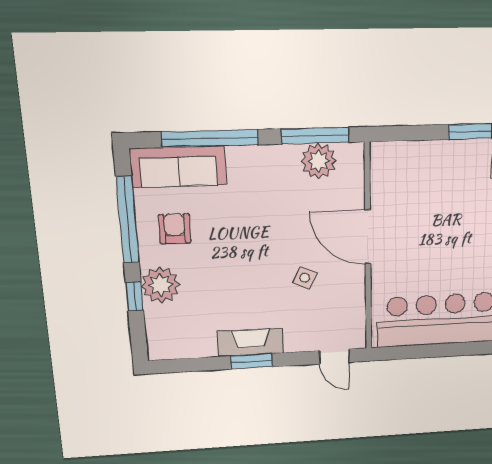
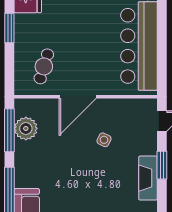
cafe table: (413, 185) -> (44, 66), added
window: (252, 361) -> (162, 165), moved

